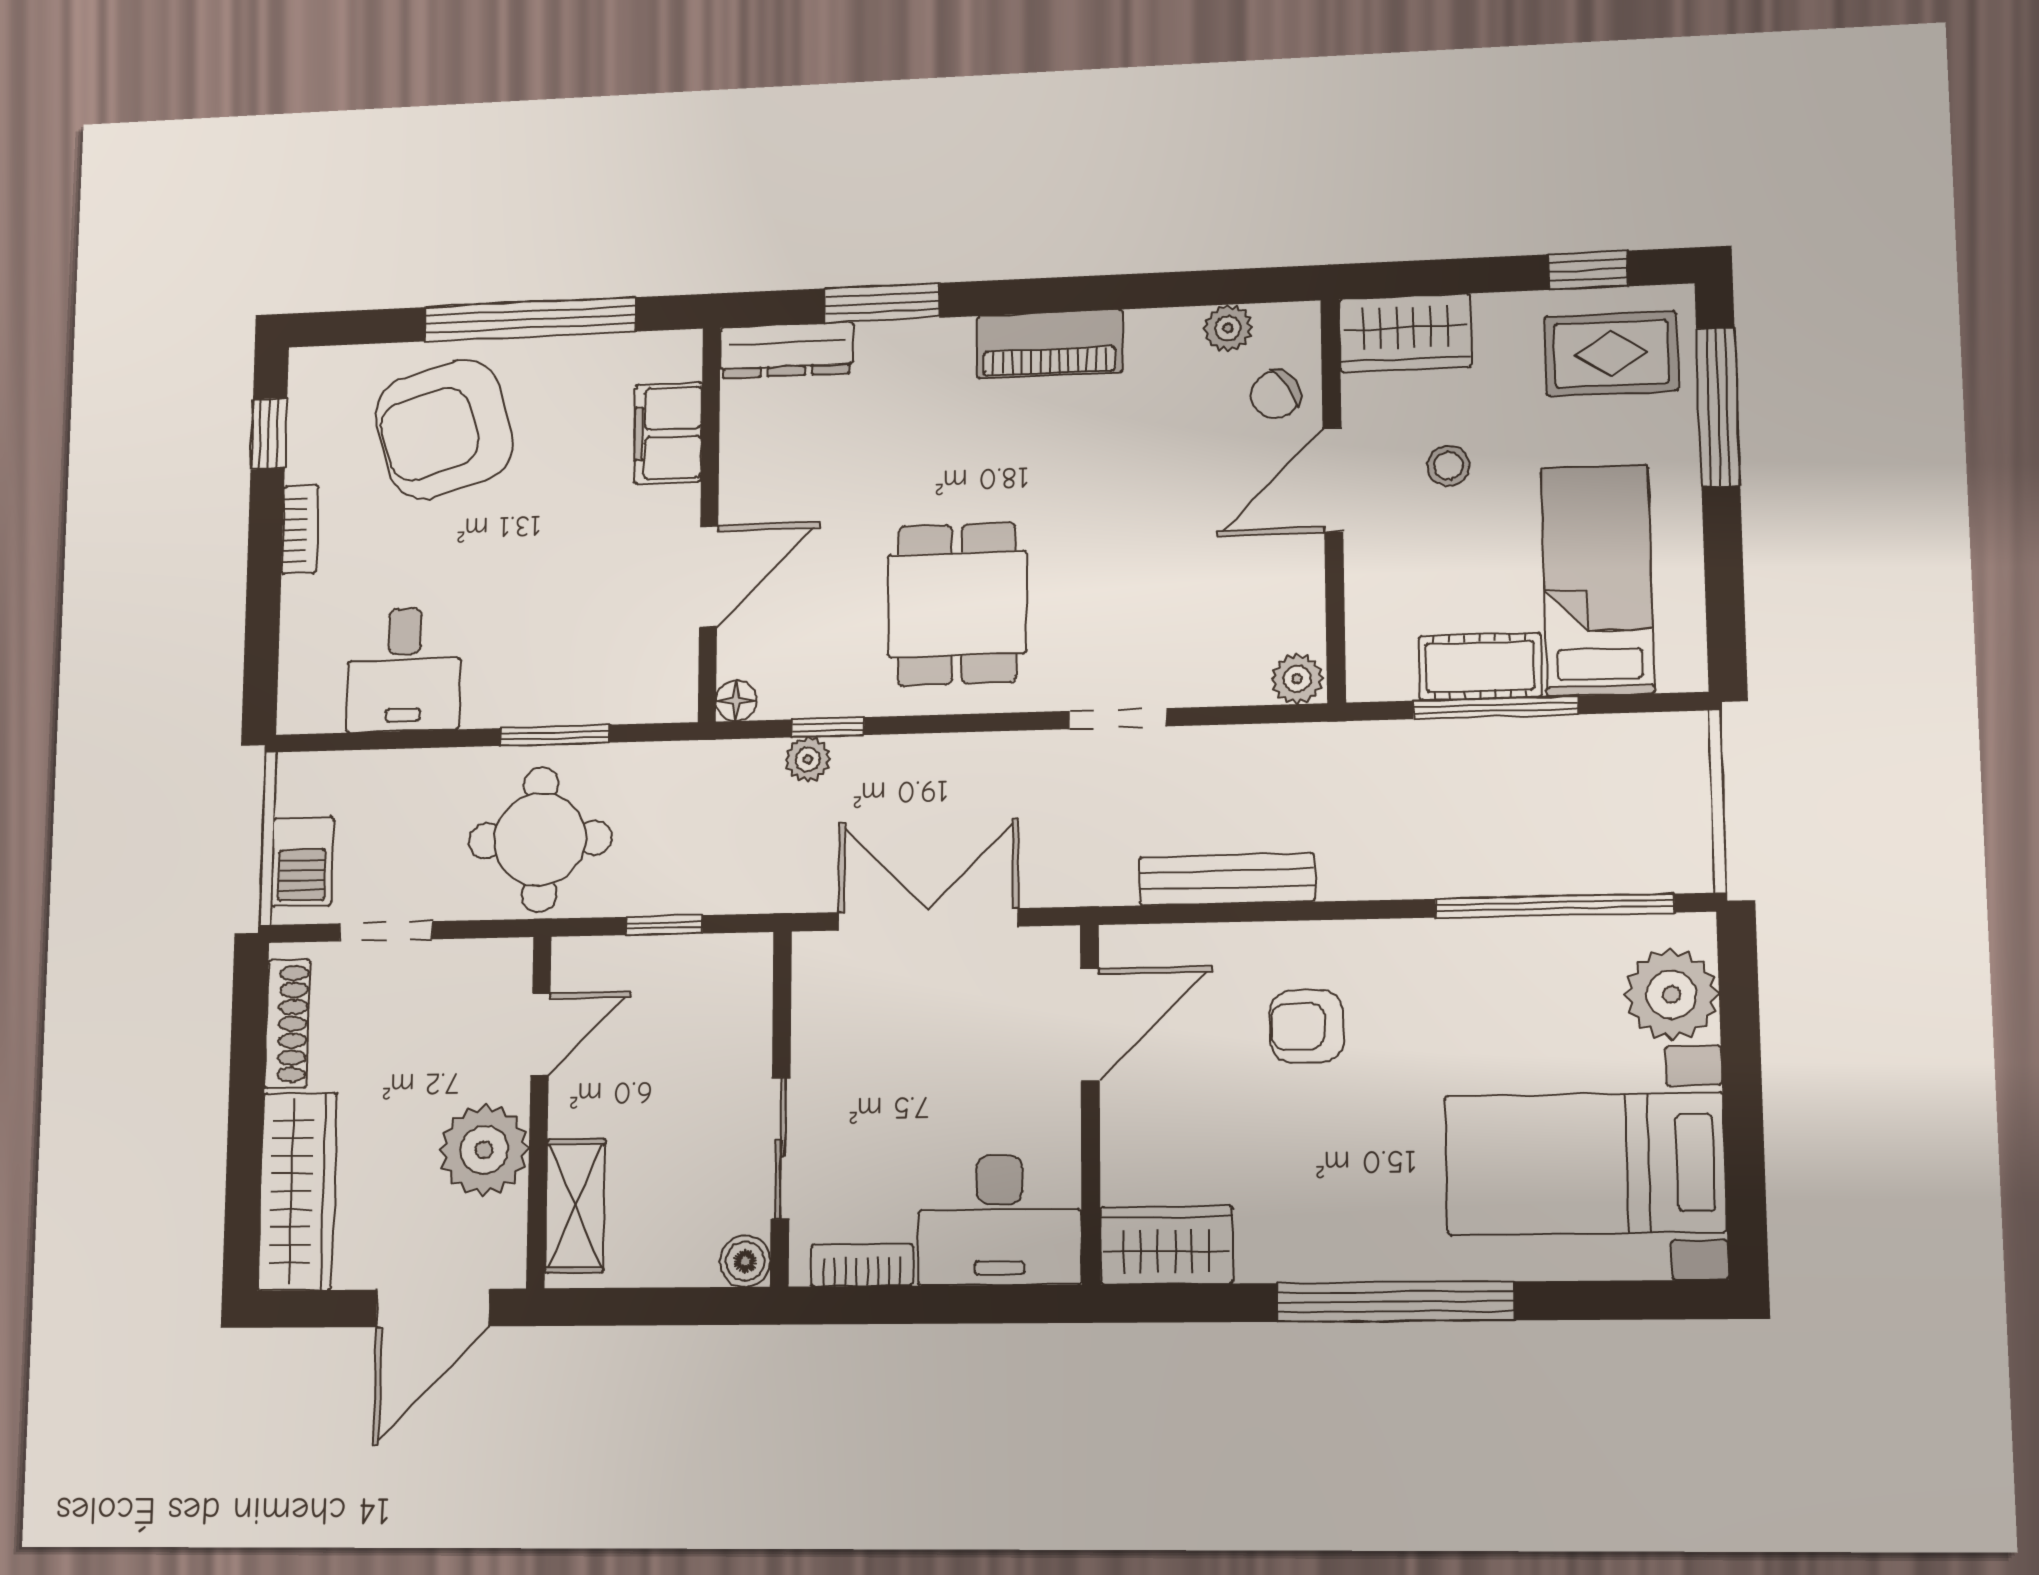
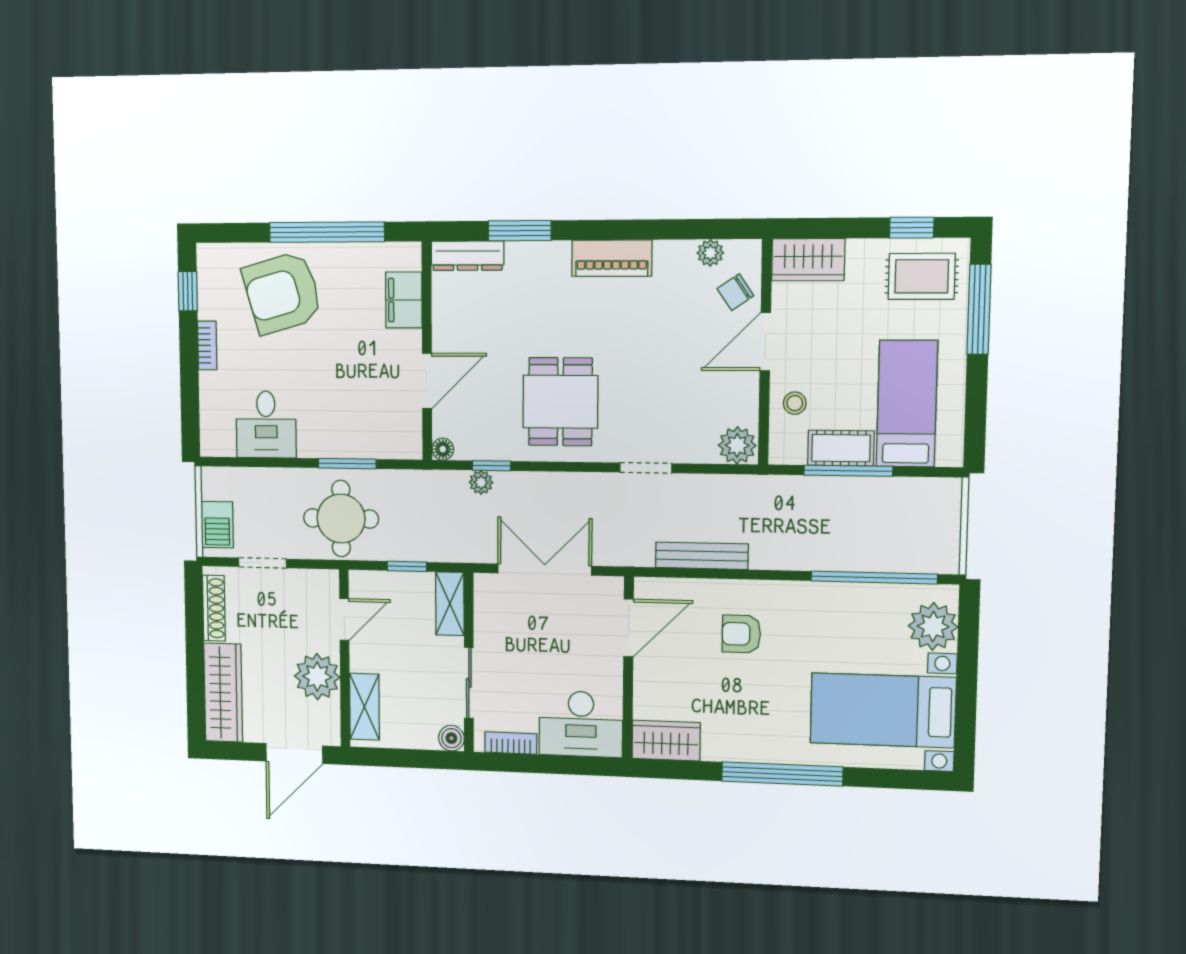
stool: (1449, 466) -> (795, 403), moved
plant: (1297, 679) -> (737, 445), width x1.38, depth x1.38
shelving: (746, 994) -> (450, 604), added

